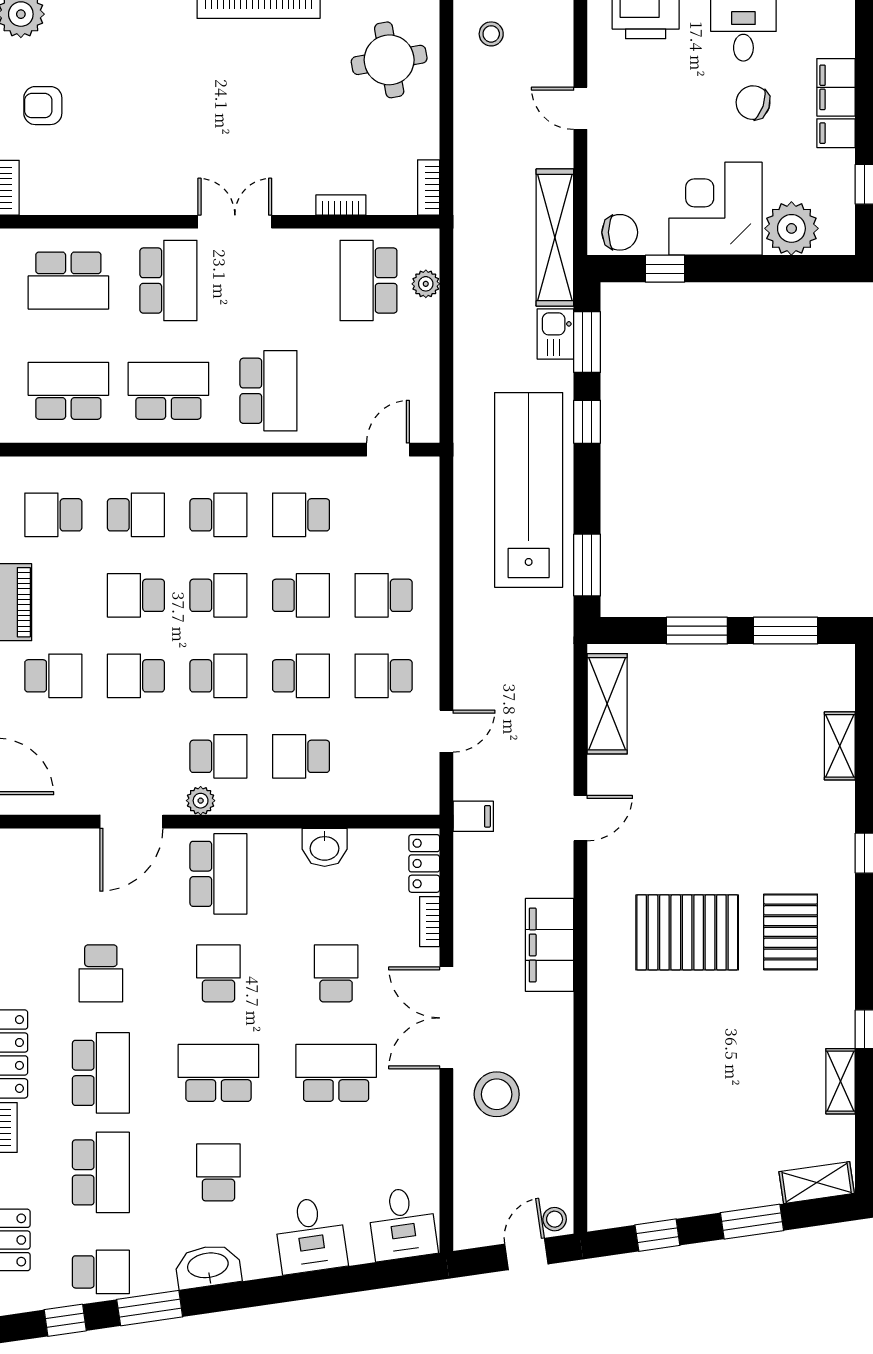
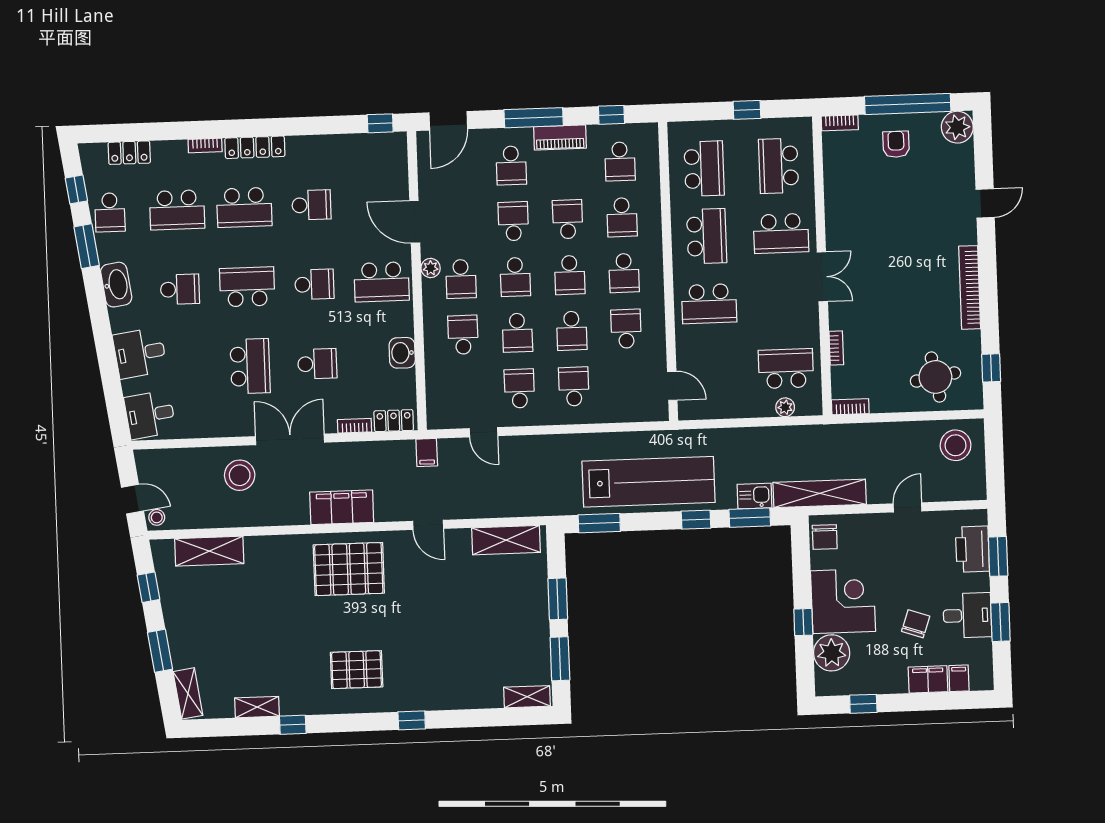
stool: (491, 34) -> (956, 445), width x1.89, depth x1.89
filing cabinet: (836, 133) -> (959, 678), moved
window: (665, 269) -> (803, 622), moved
school desk: (53, 515) -> (620, 161), turned 180
shelving: (840, 746) -> (527, 697), moved
pallet: (687, 932) -> (349, 569), moved, turned 90
school desk: (101, 973) -> (311, 205), turned 180
school desk: (218, 1073) -> (247, 287), turned -90
shelving: (607, 1143) -> (209, 551), added

